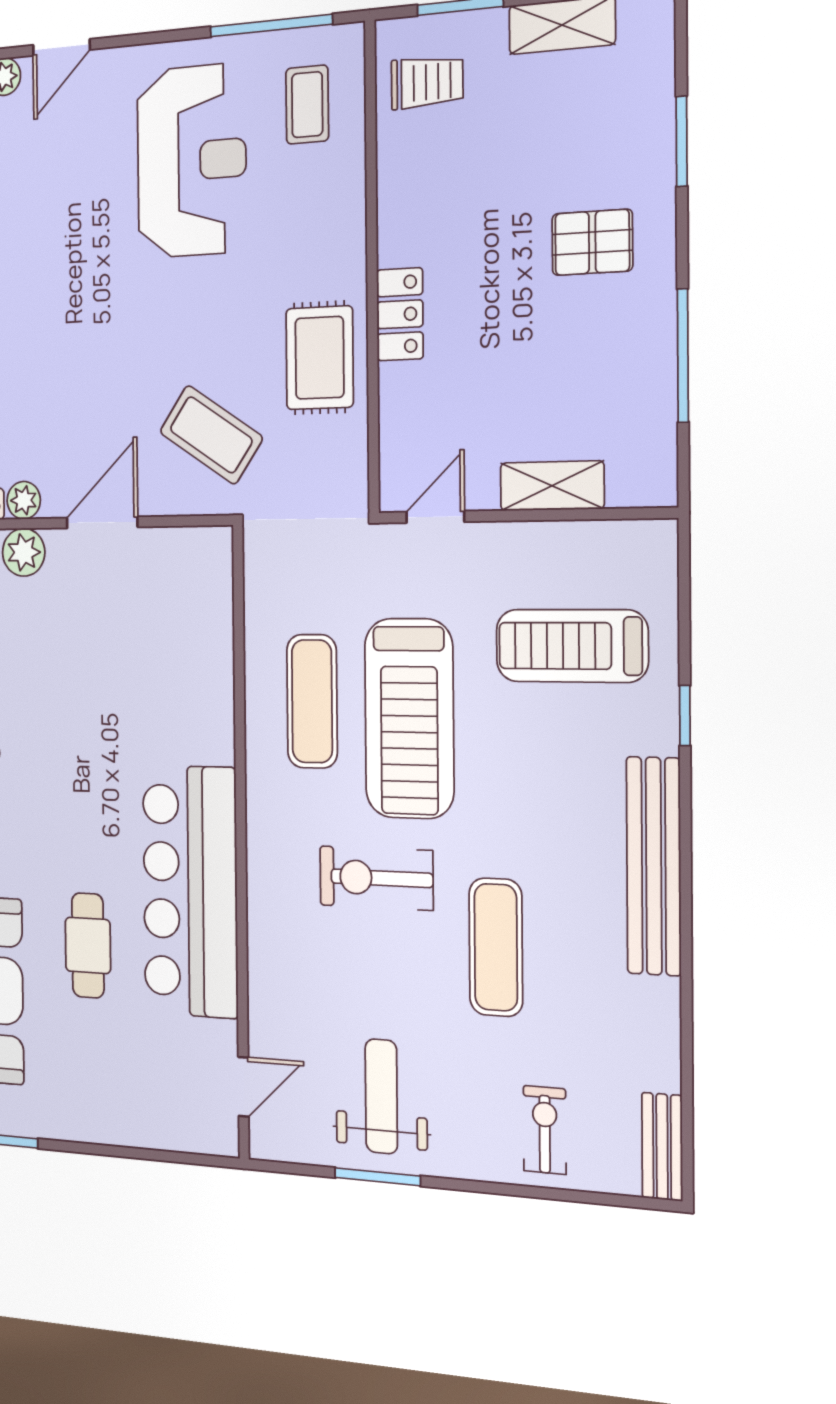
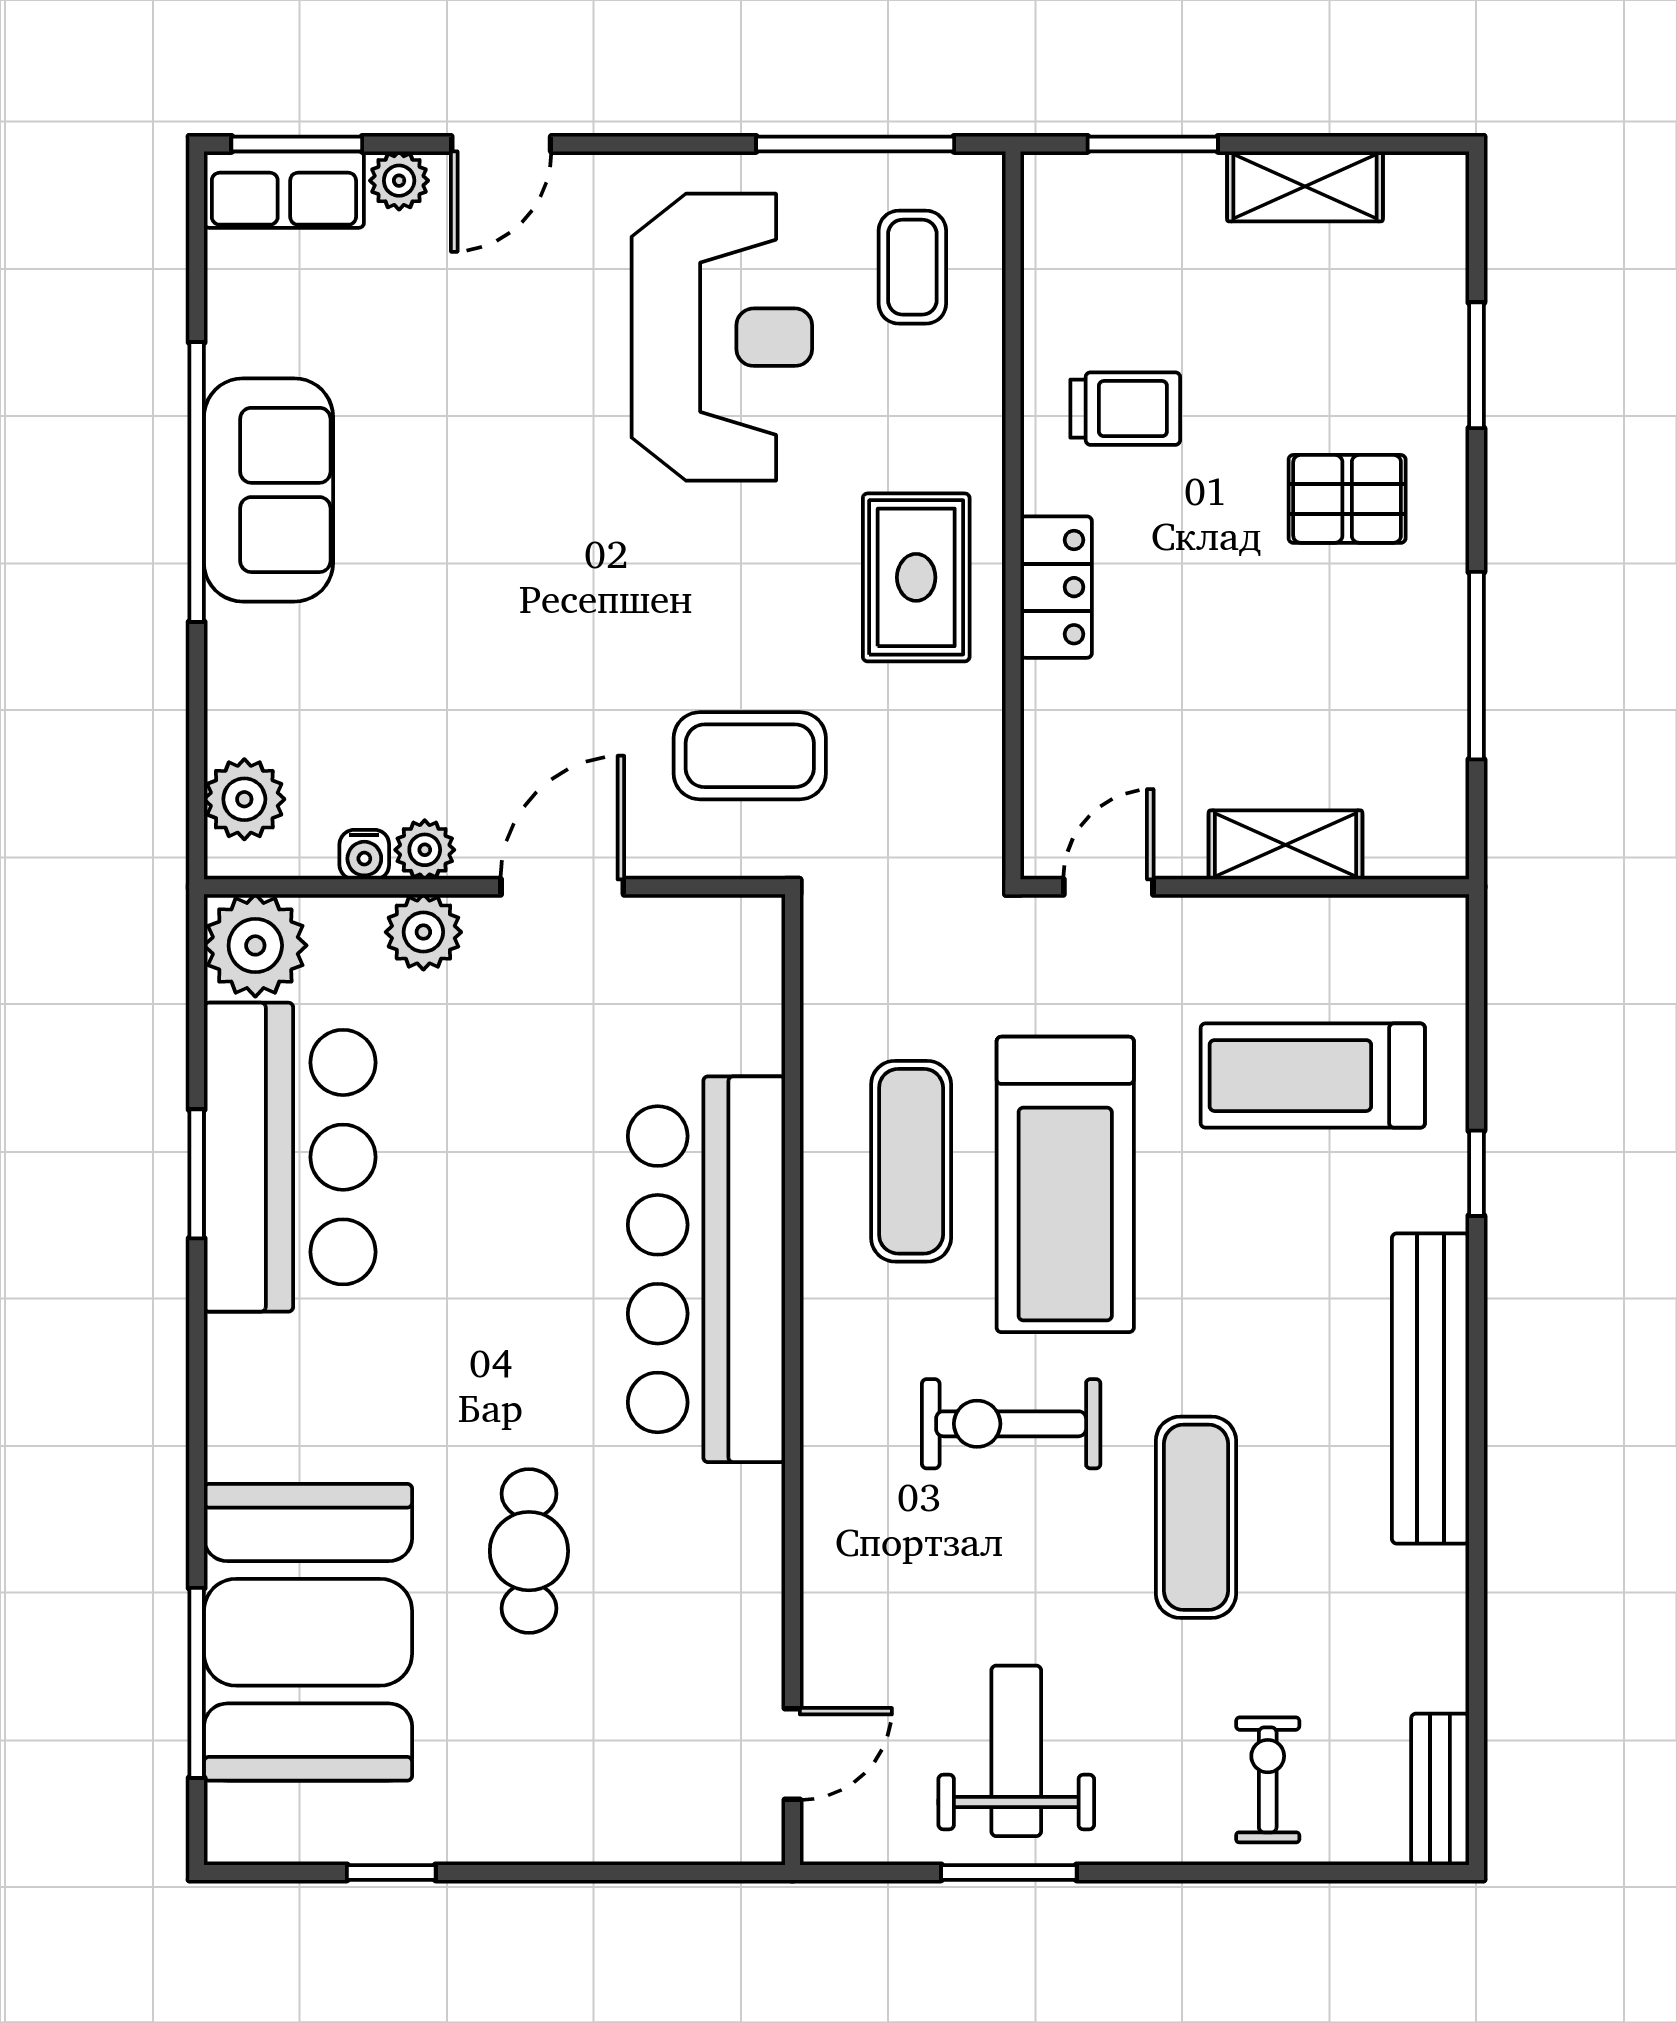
trolley: (427, 82) -> (1125, 409), moved
rug: (320, 358) -> (916, 577), moved
coffee table: (211, 435) -> (750, 756), turned -34
bar counter: (190, 891) -> (706, 1269), moved

